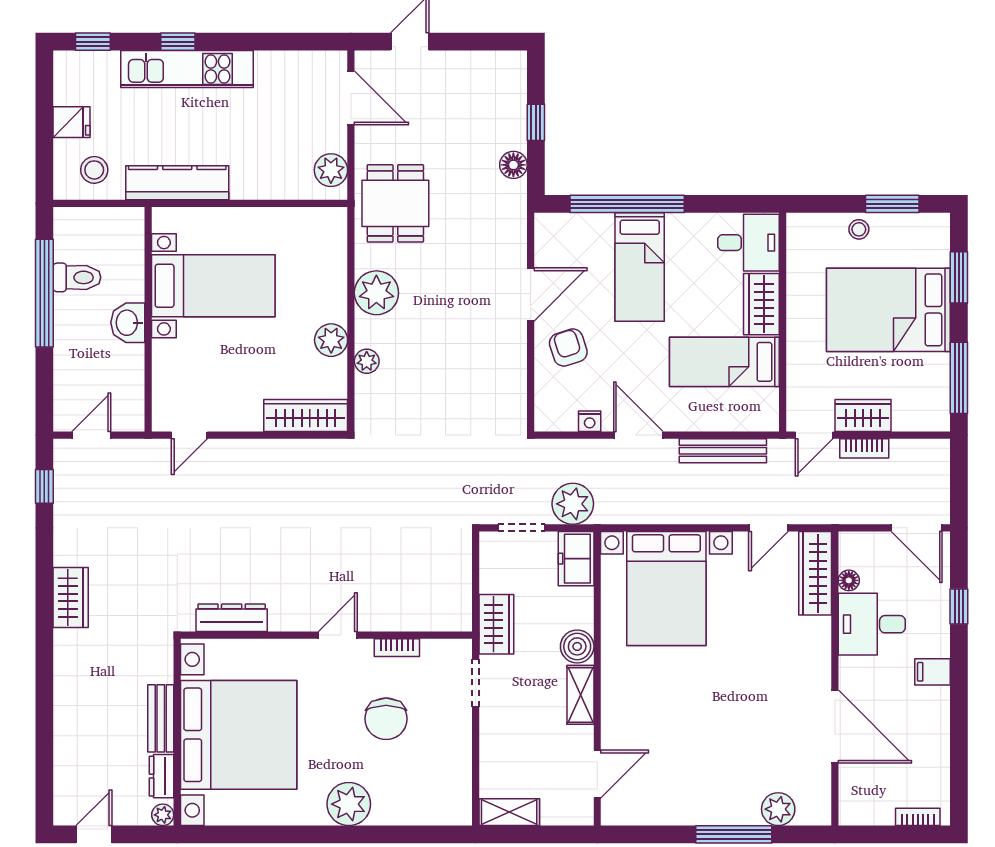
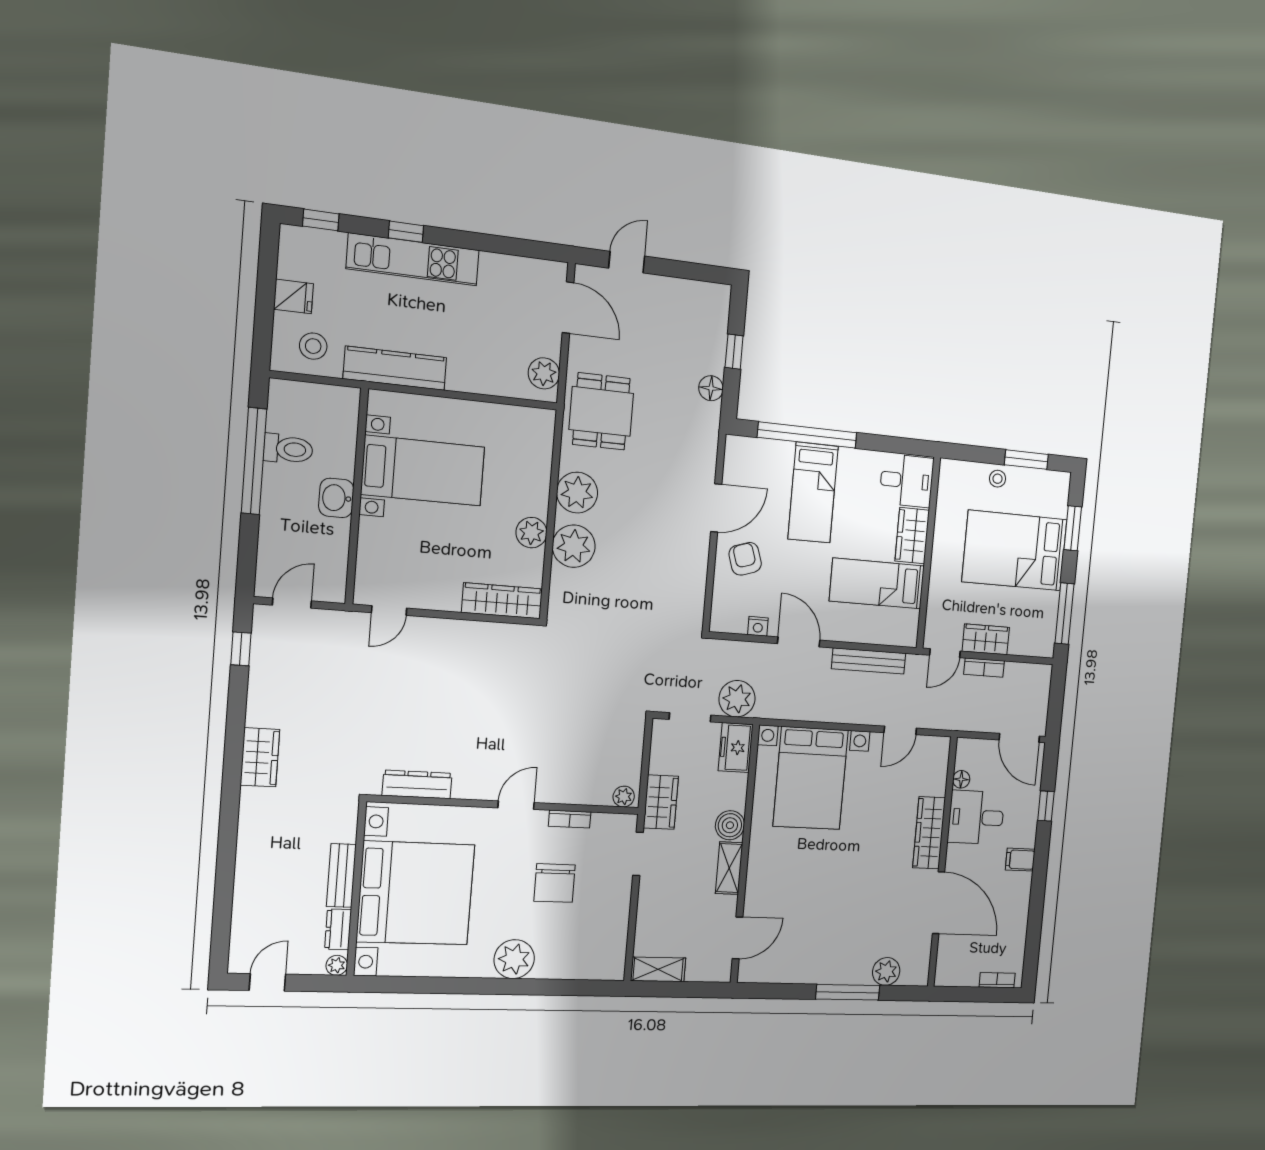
plant: (367, 361) -> (574, 546), width x1.88, depth x1.88
wardrobe: (815, 573) -> (929, 833), moved
plant: (454, 620) -> (624, 797), added

